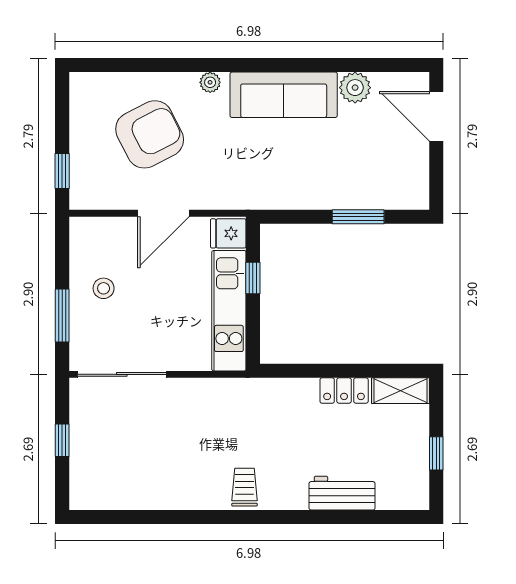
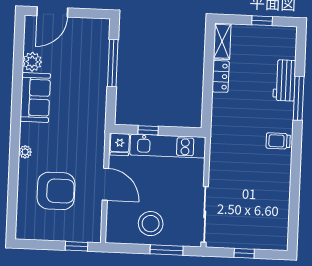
sofa: (284, 95) -> (35, 97), width x0.73
armchair: (150, 134) -> (56, 191), turned 117
window: (358, 217) -> (113, 63), width x1.44
stool: (104, 288) -> (151, 224), width x1.89, depth x1.89
window: (314, 517) -> (299, 98), added

